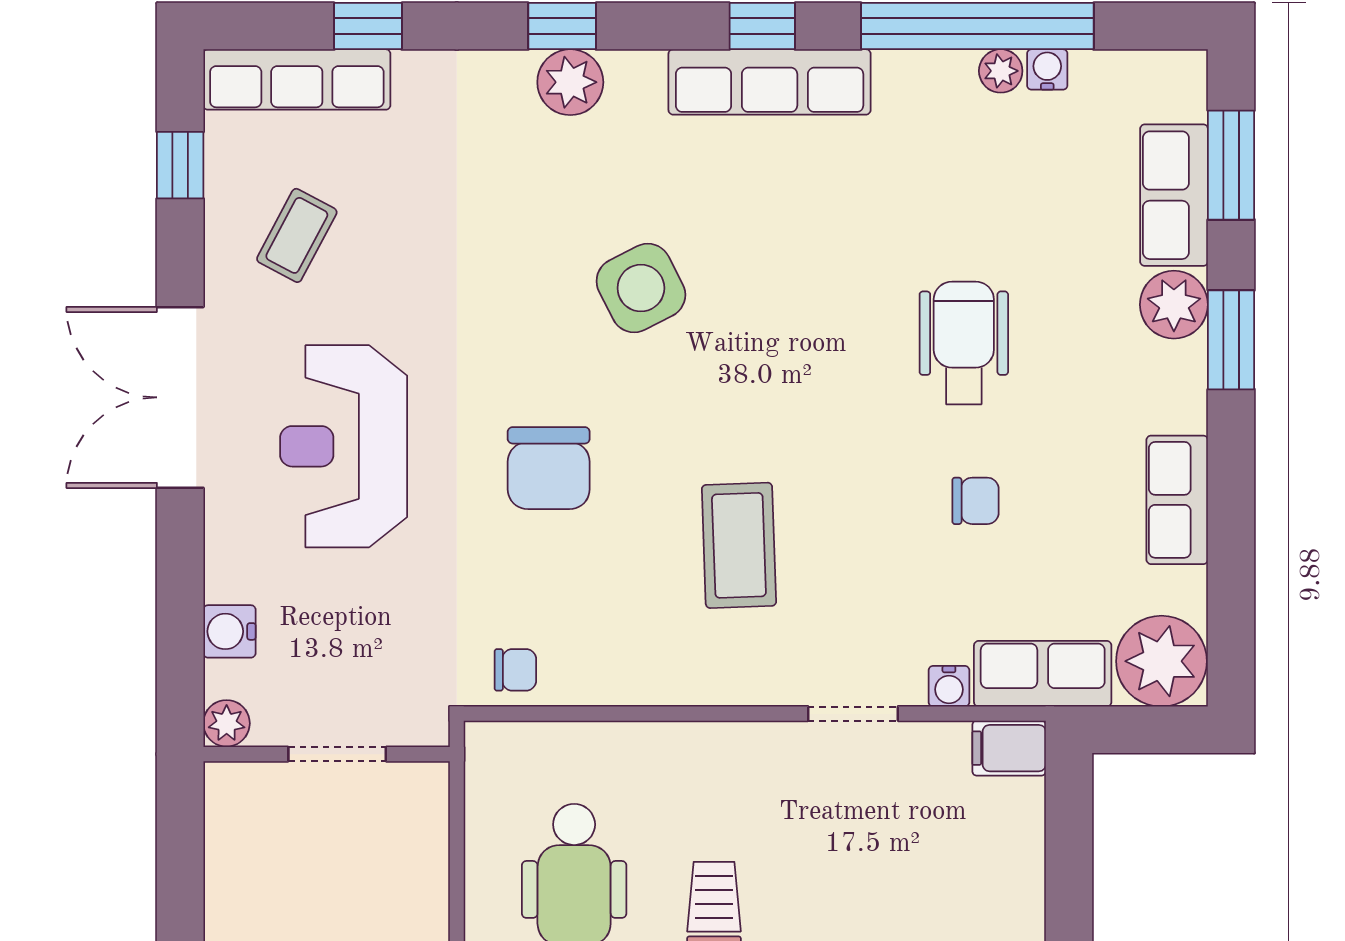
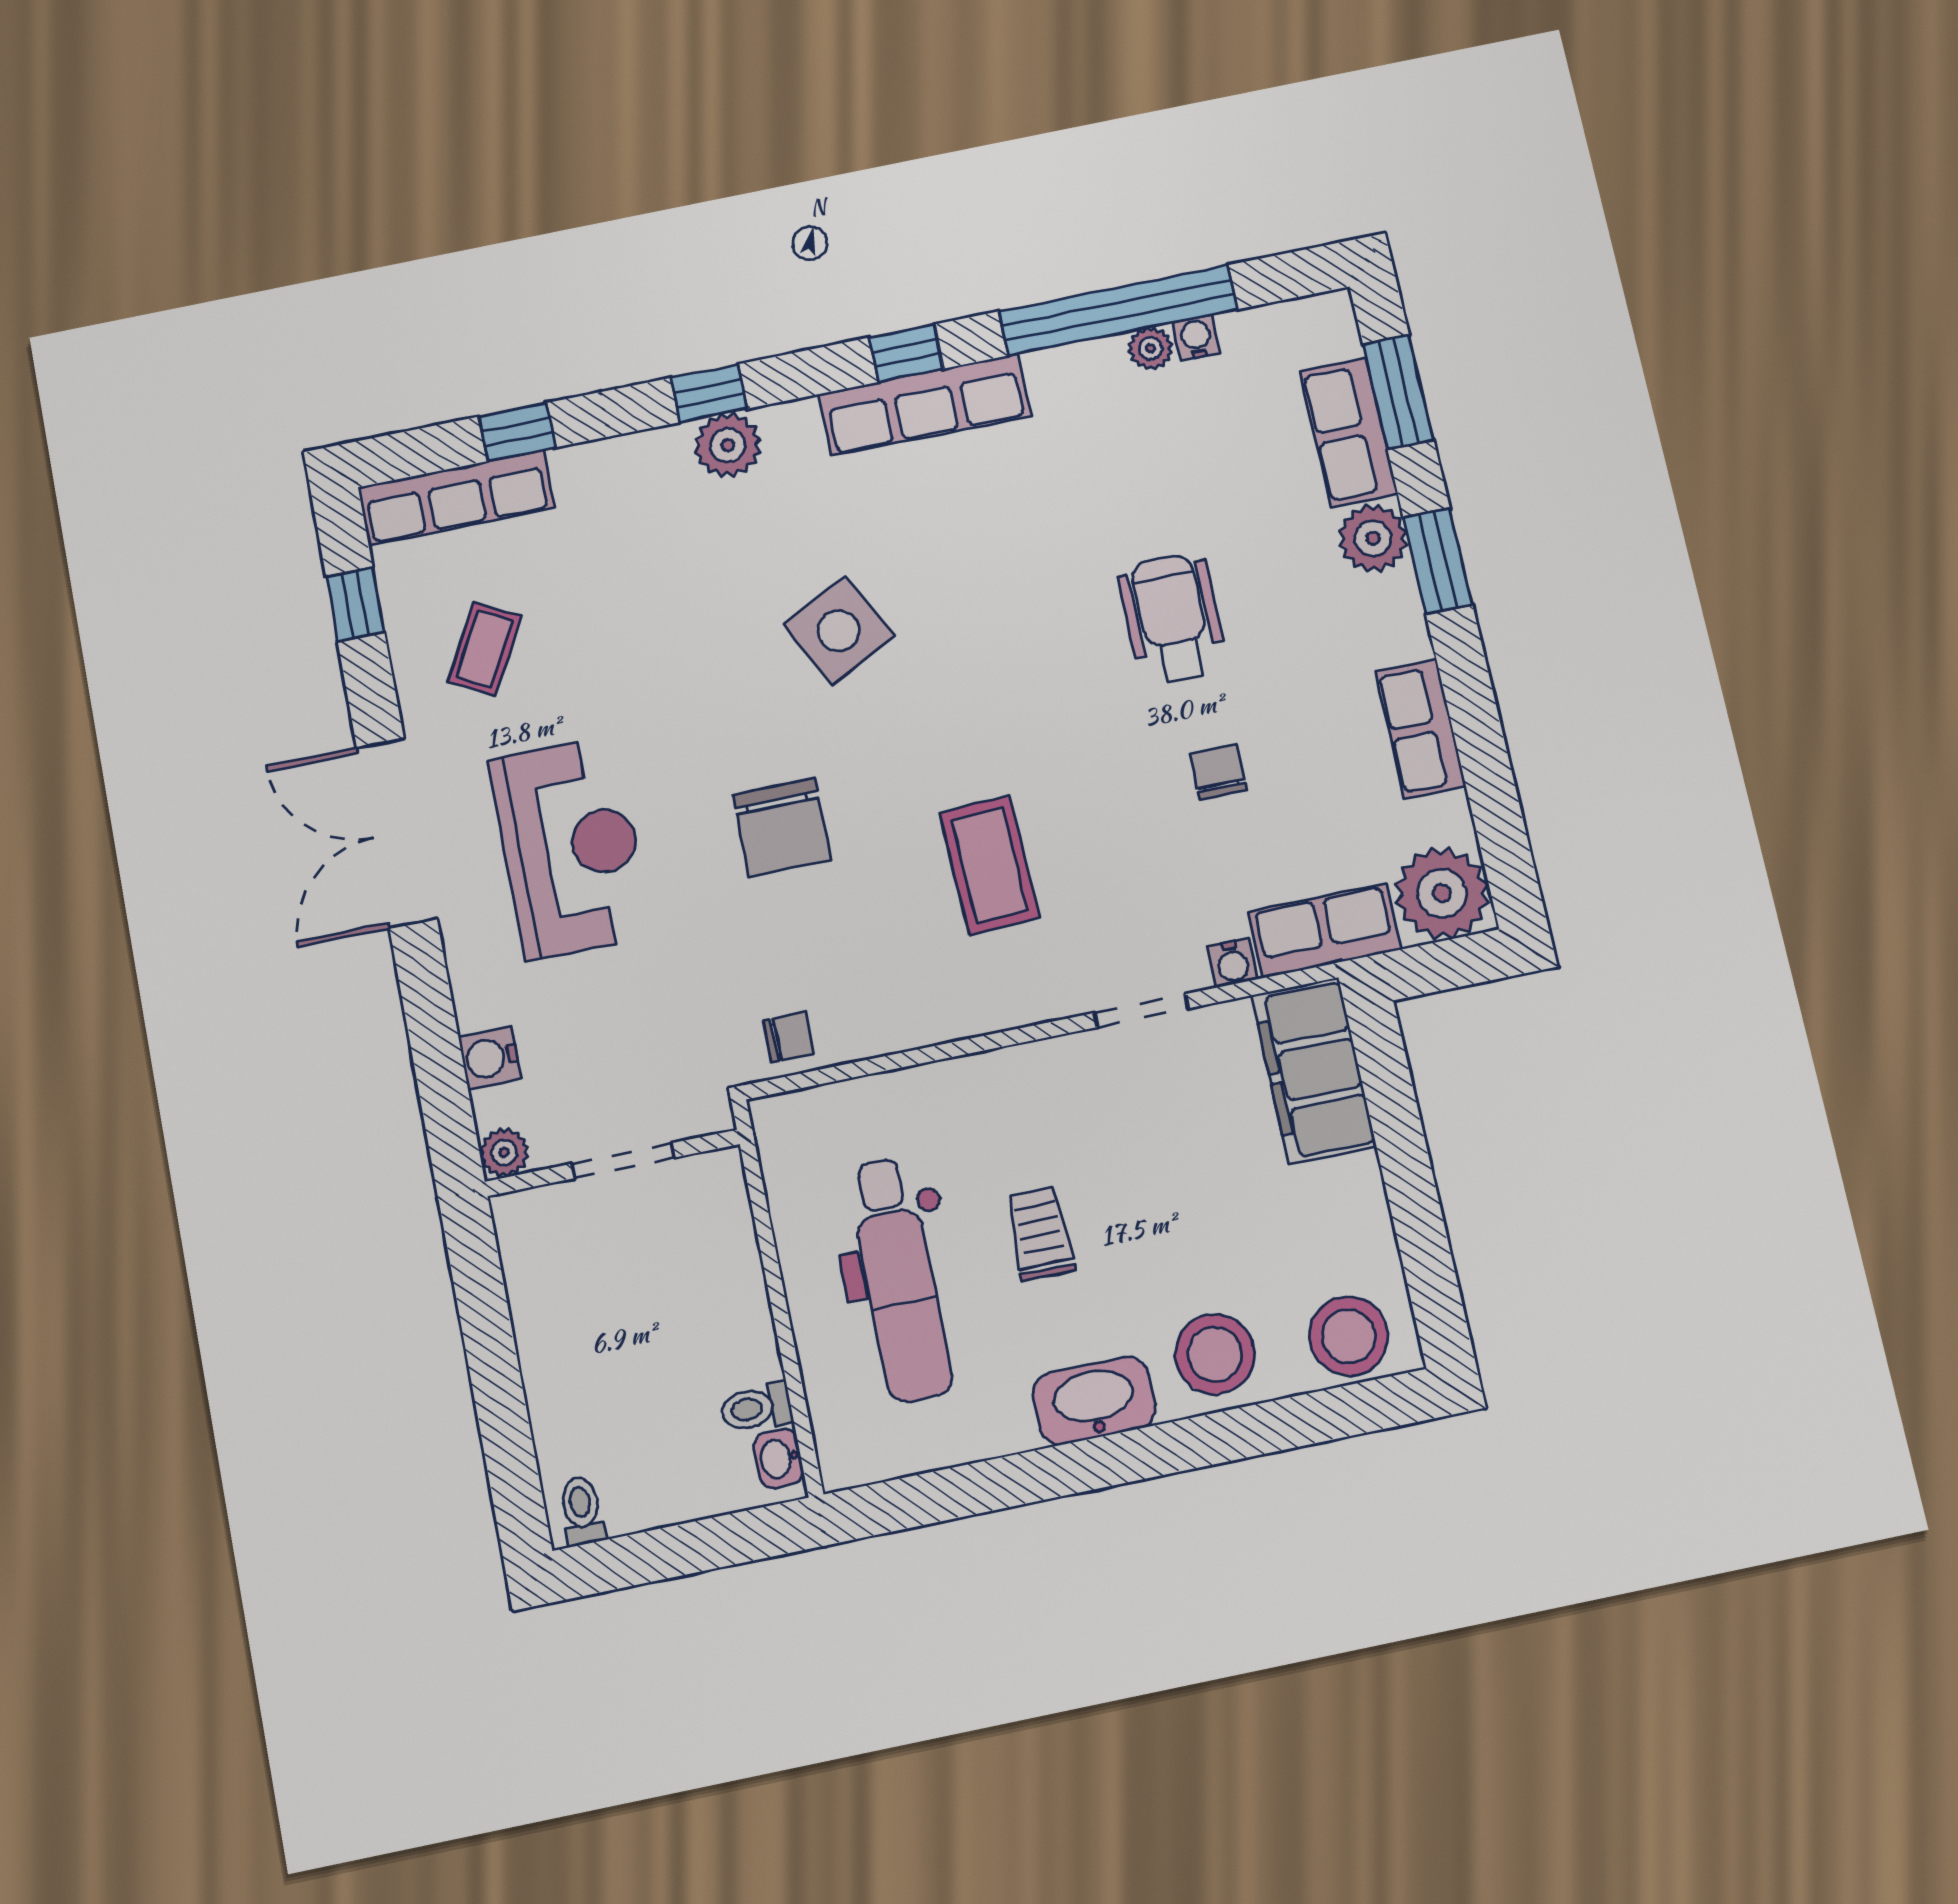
reception desk: (344, 446) -> (571, 848), turned 180
chair: (975, 501) -> (1218, 772), turned -90
filing cabinet: (1009, 748) -> (1314, 1071), width x3.00, depth x1.17

